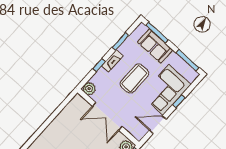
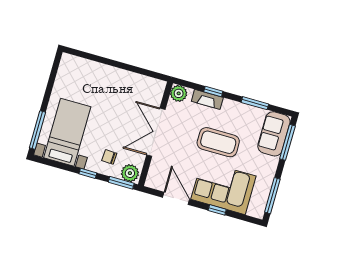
sofa: (155, 46) -> (274, 134), moved
fireplace: (112, 61) -> (207, 99), moved

